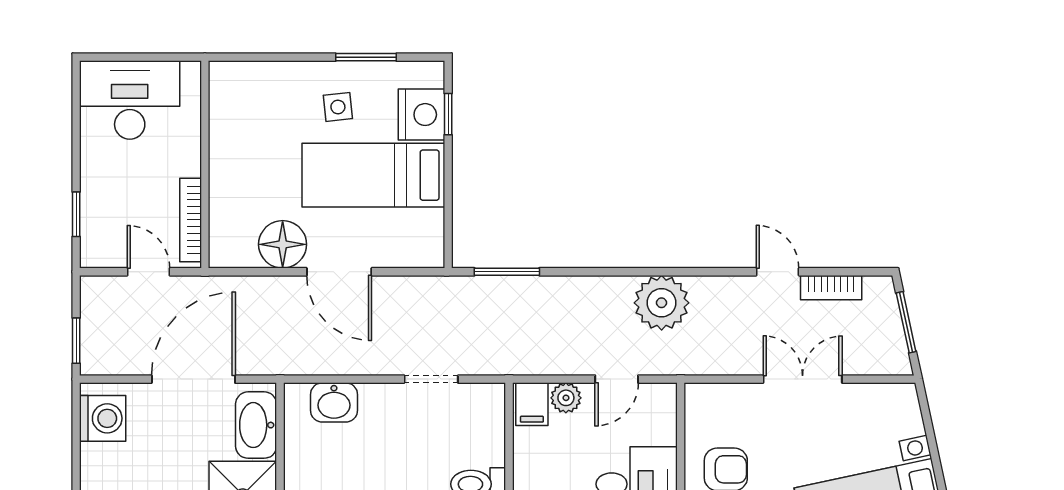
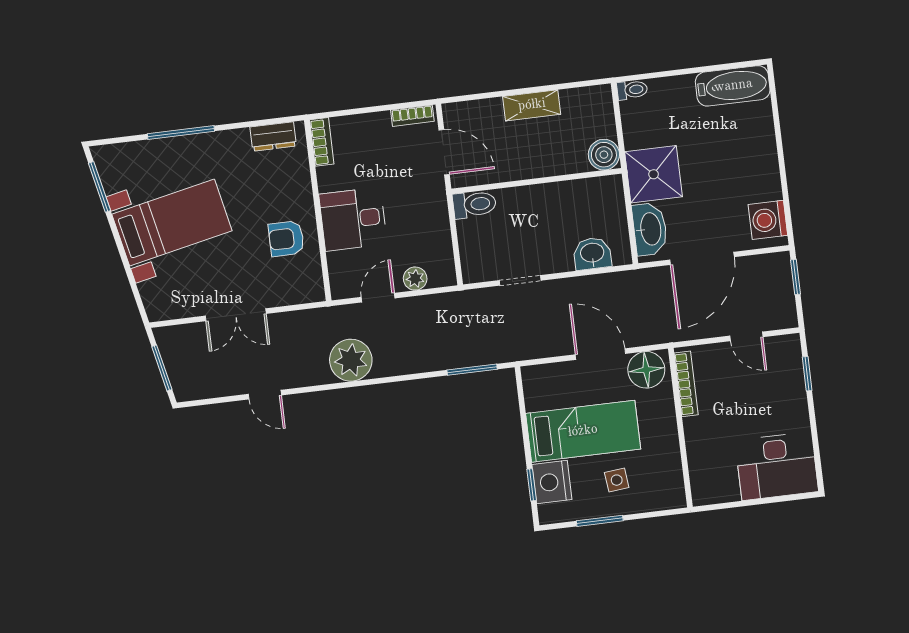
wall: (205, 164) -> (680, 428), moved
bookcase: (191, 220) -> (686, 384), moved
bookcase: (831, 288) -> (222, 387), removed
filing cabinet: (532, 404) -> (441, 271), removed

